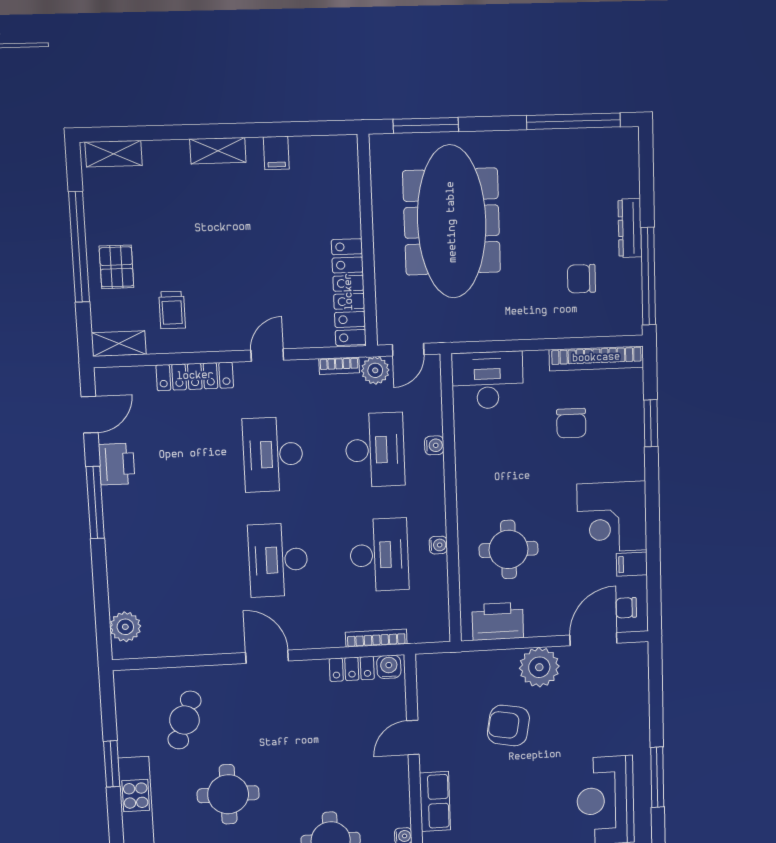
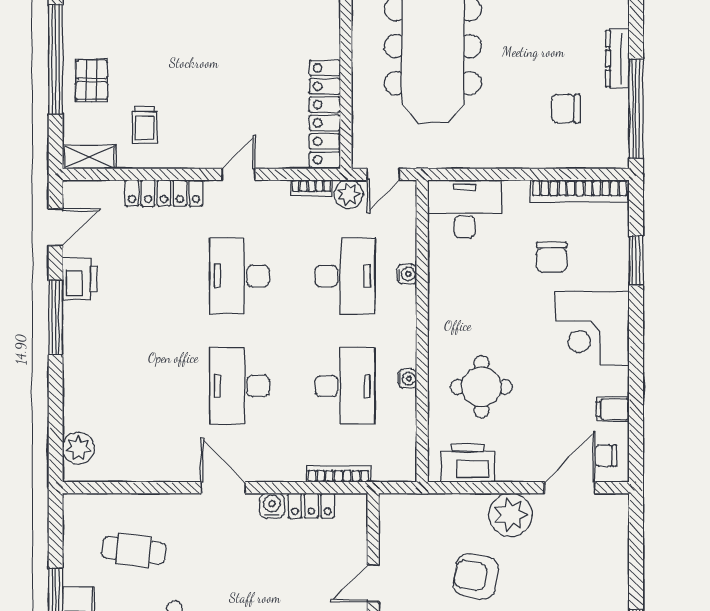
corner desk: (612, 517) -> (592, 328), moved
water cooler: (389, 667) -> (272, 506), moved
cafe table: (184, 720) -> (134, 550), turned 76

